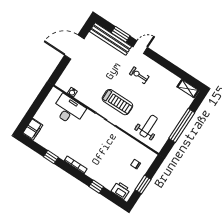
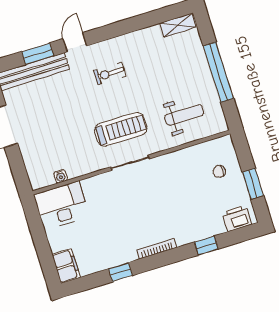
desk: (69, 110) -> (62, 205), moved
weight bench: (149, 126) -> (184, 115), turned 90

